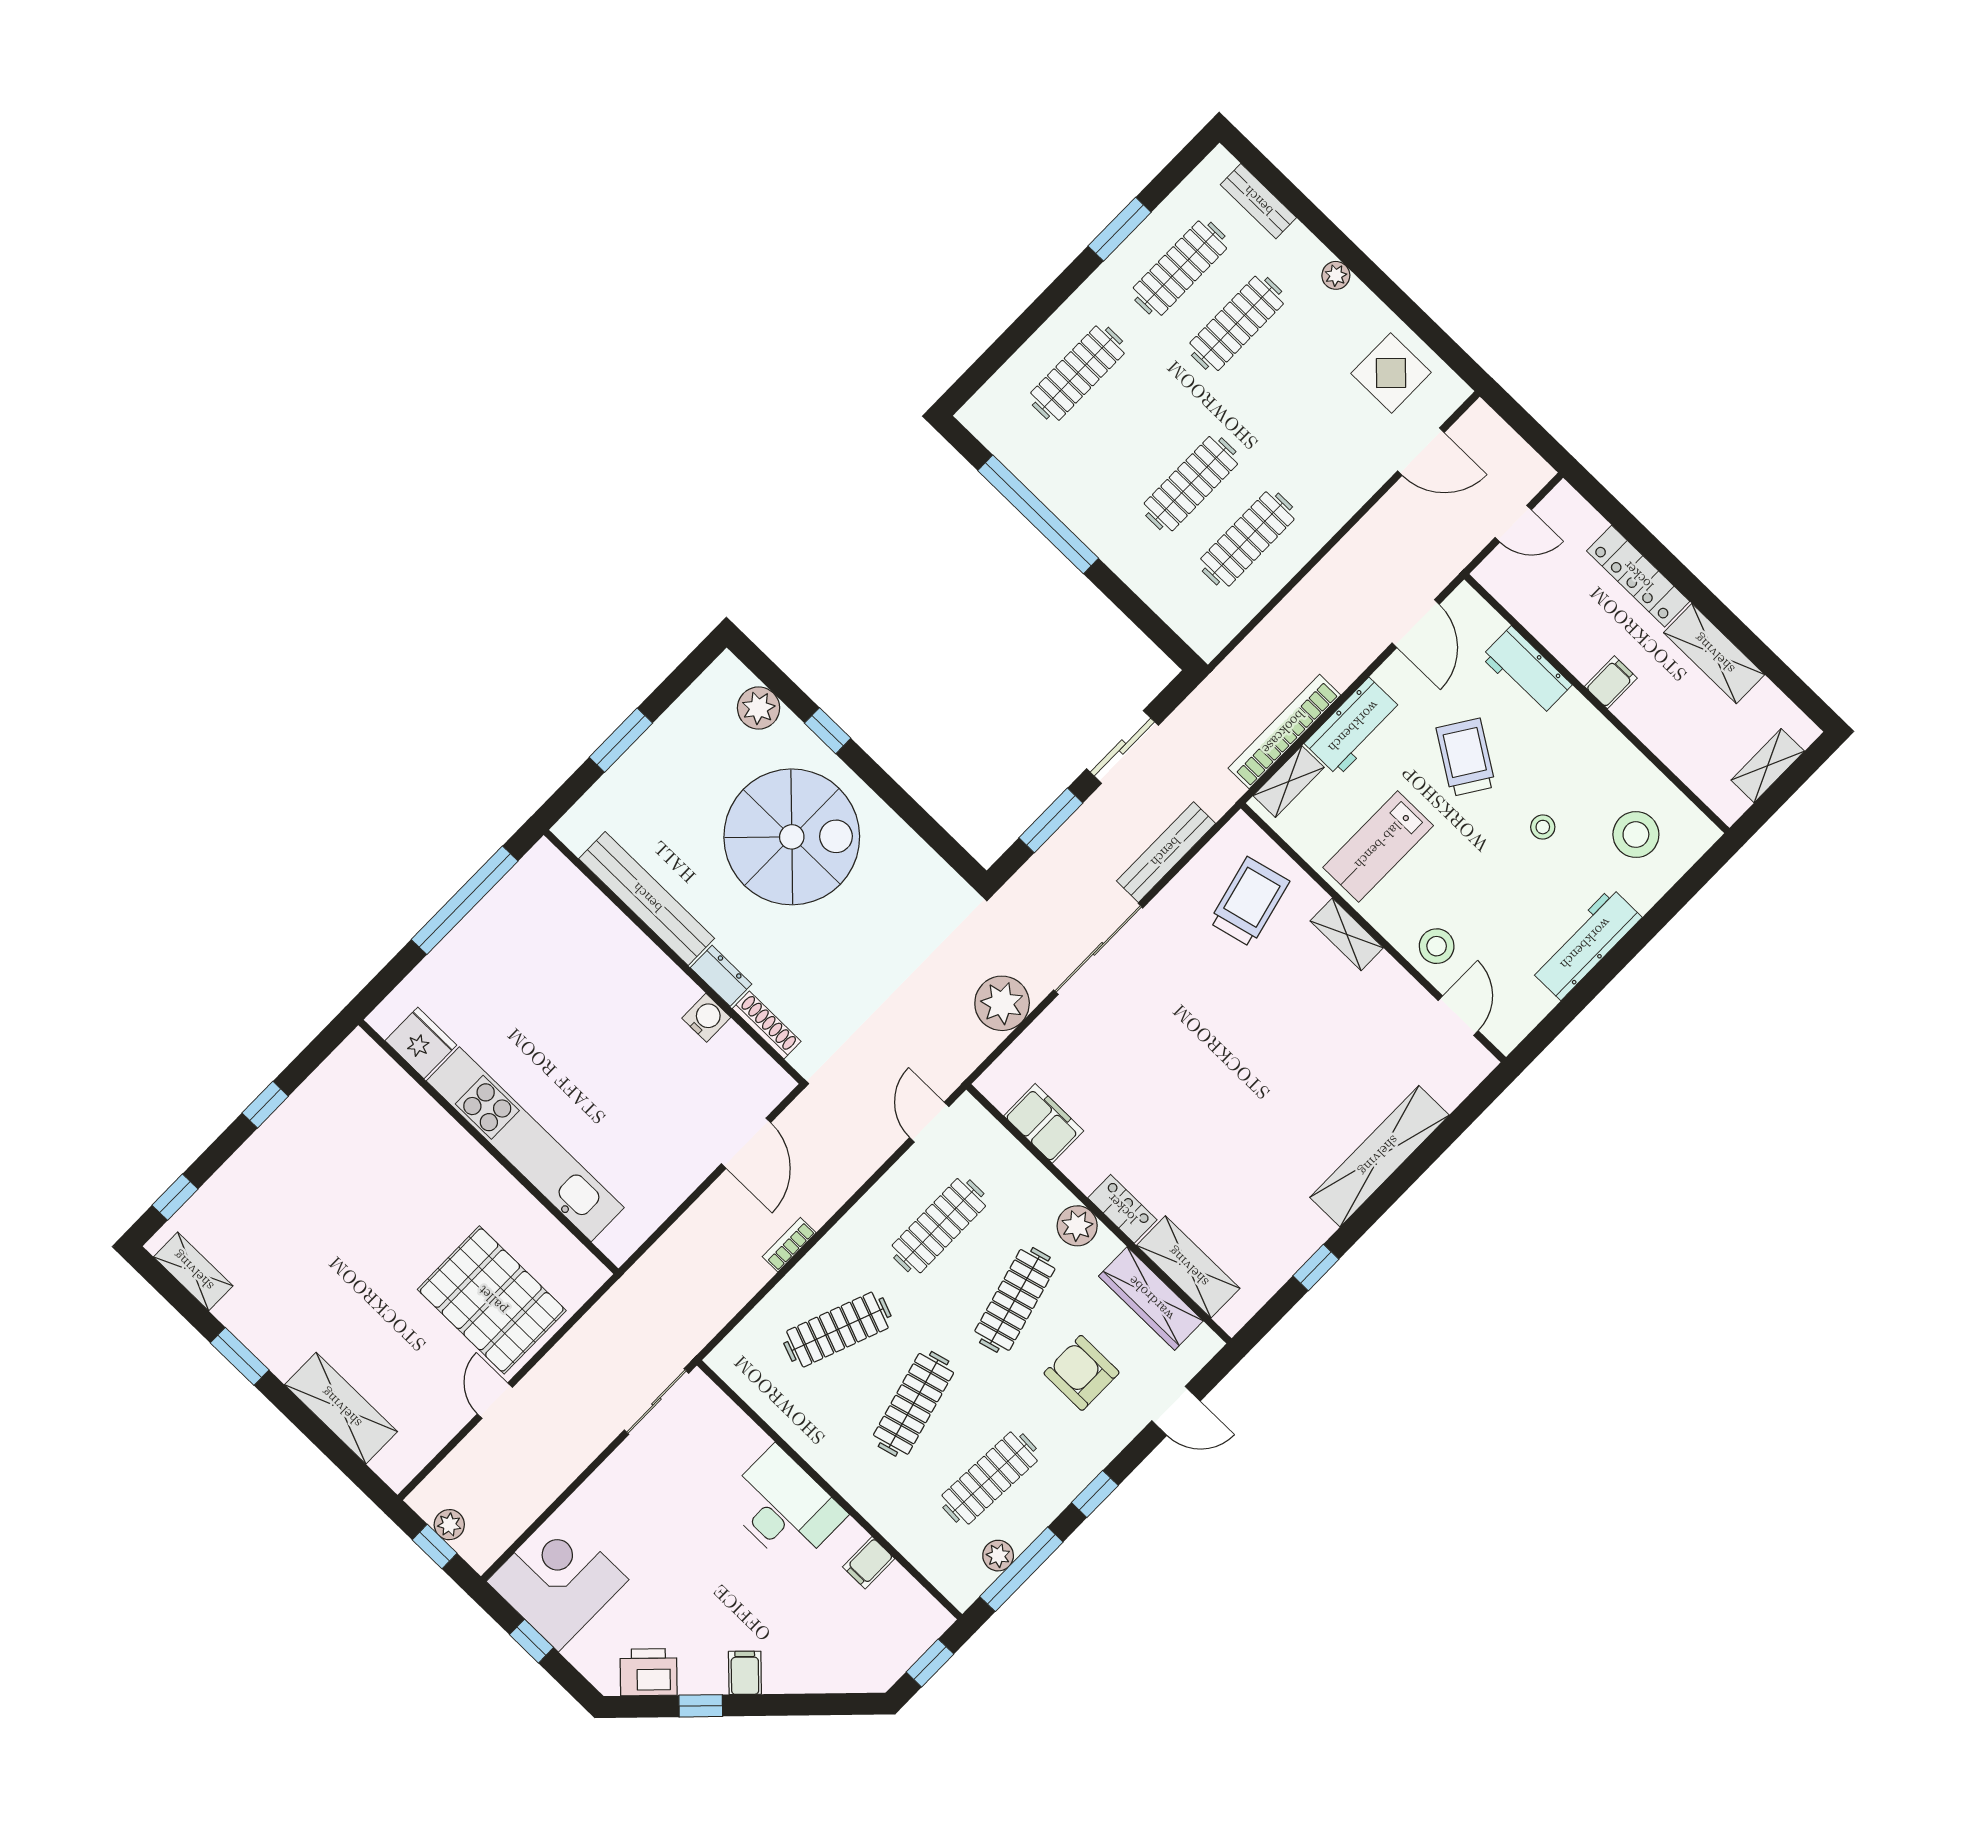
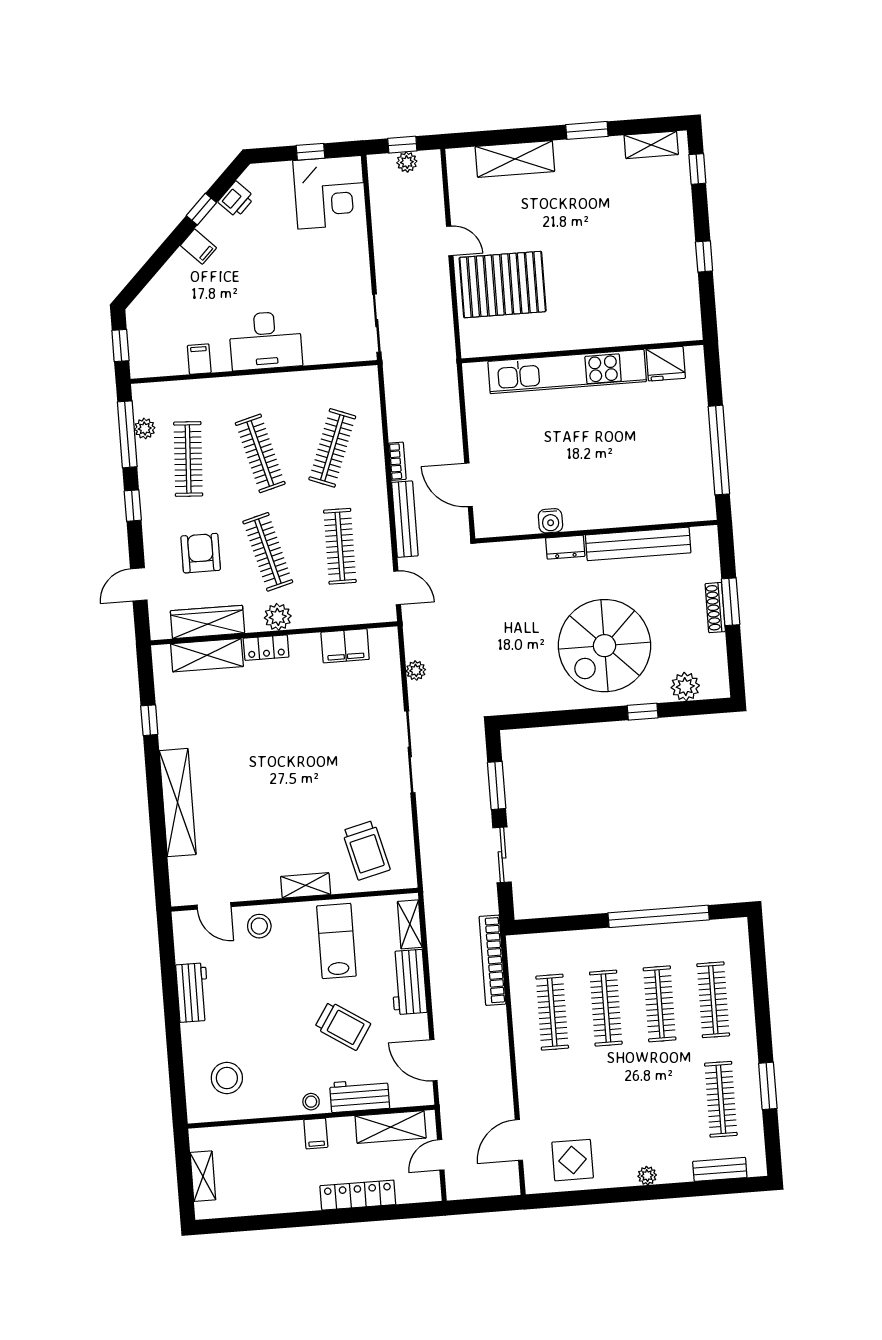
clothes rail: (1237, 323) -> (660, 1004), moved
shelving: (1714, 654) -> (391, 1127), moved
bookcase: (1284, 732) -> (492, 960), moved, turned 180
stool: (1543, 827) -> (311, 1102), moved
bench: (1166, 852) -> (405, 519), moved
workbench: (1586, 944) -> (193, 993), width x0.73
plant: (1002, 1003) -> (416, 670), width x0.53, depth x0.53
shoe rack: (767, 1025) -> (715, 608), moved, turned 90
armchair: (1082, 1373) -> (201, 553), turned -90
printer: (649, 1672) -> (236, 199), width x0.73, depth x0.81

